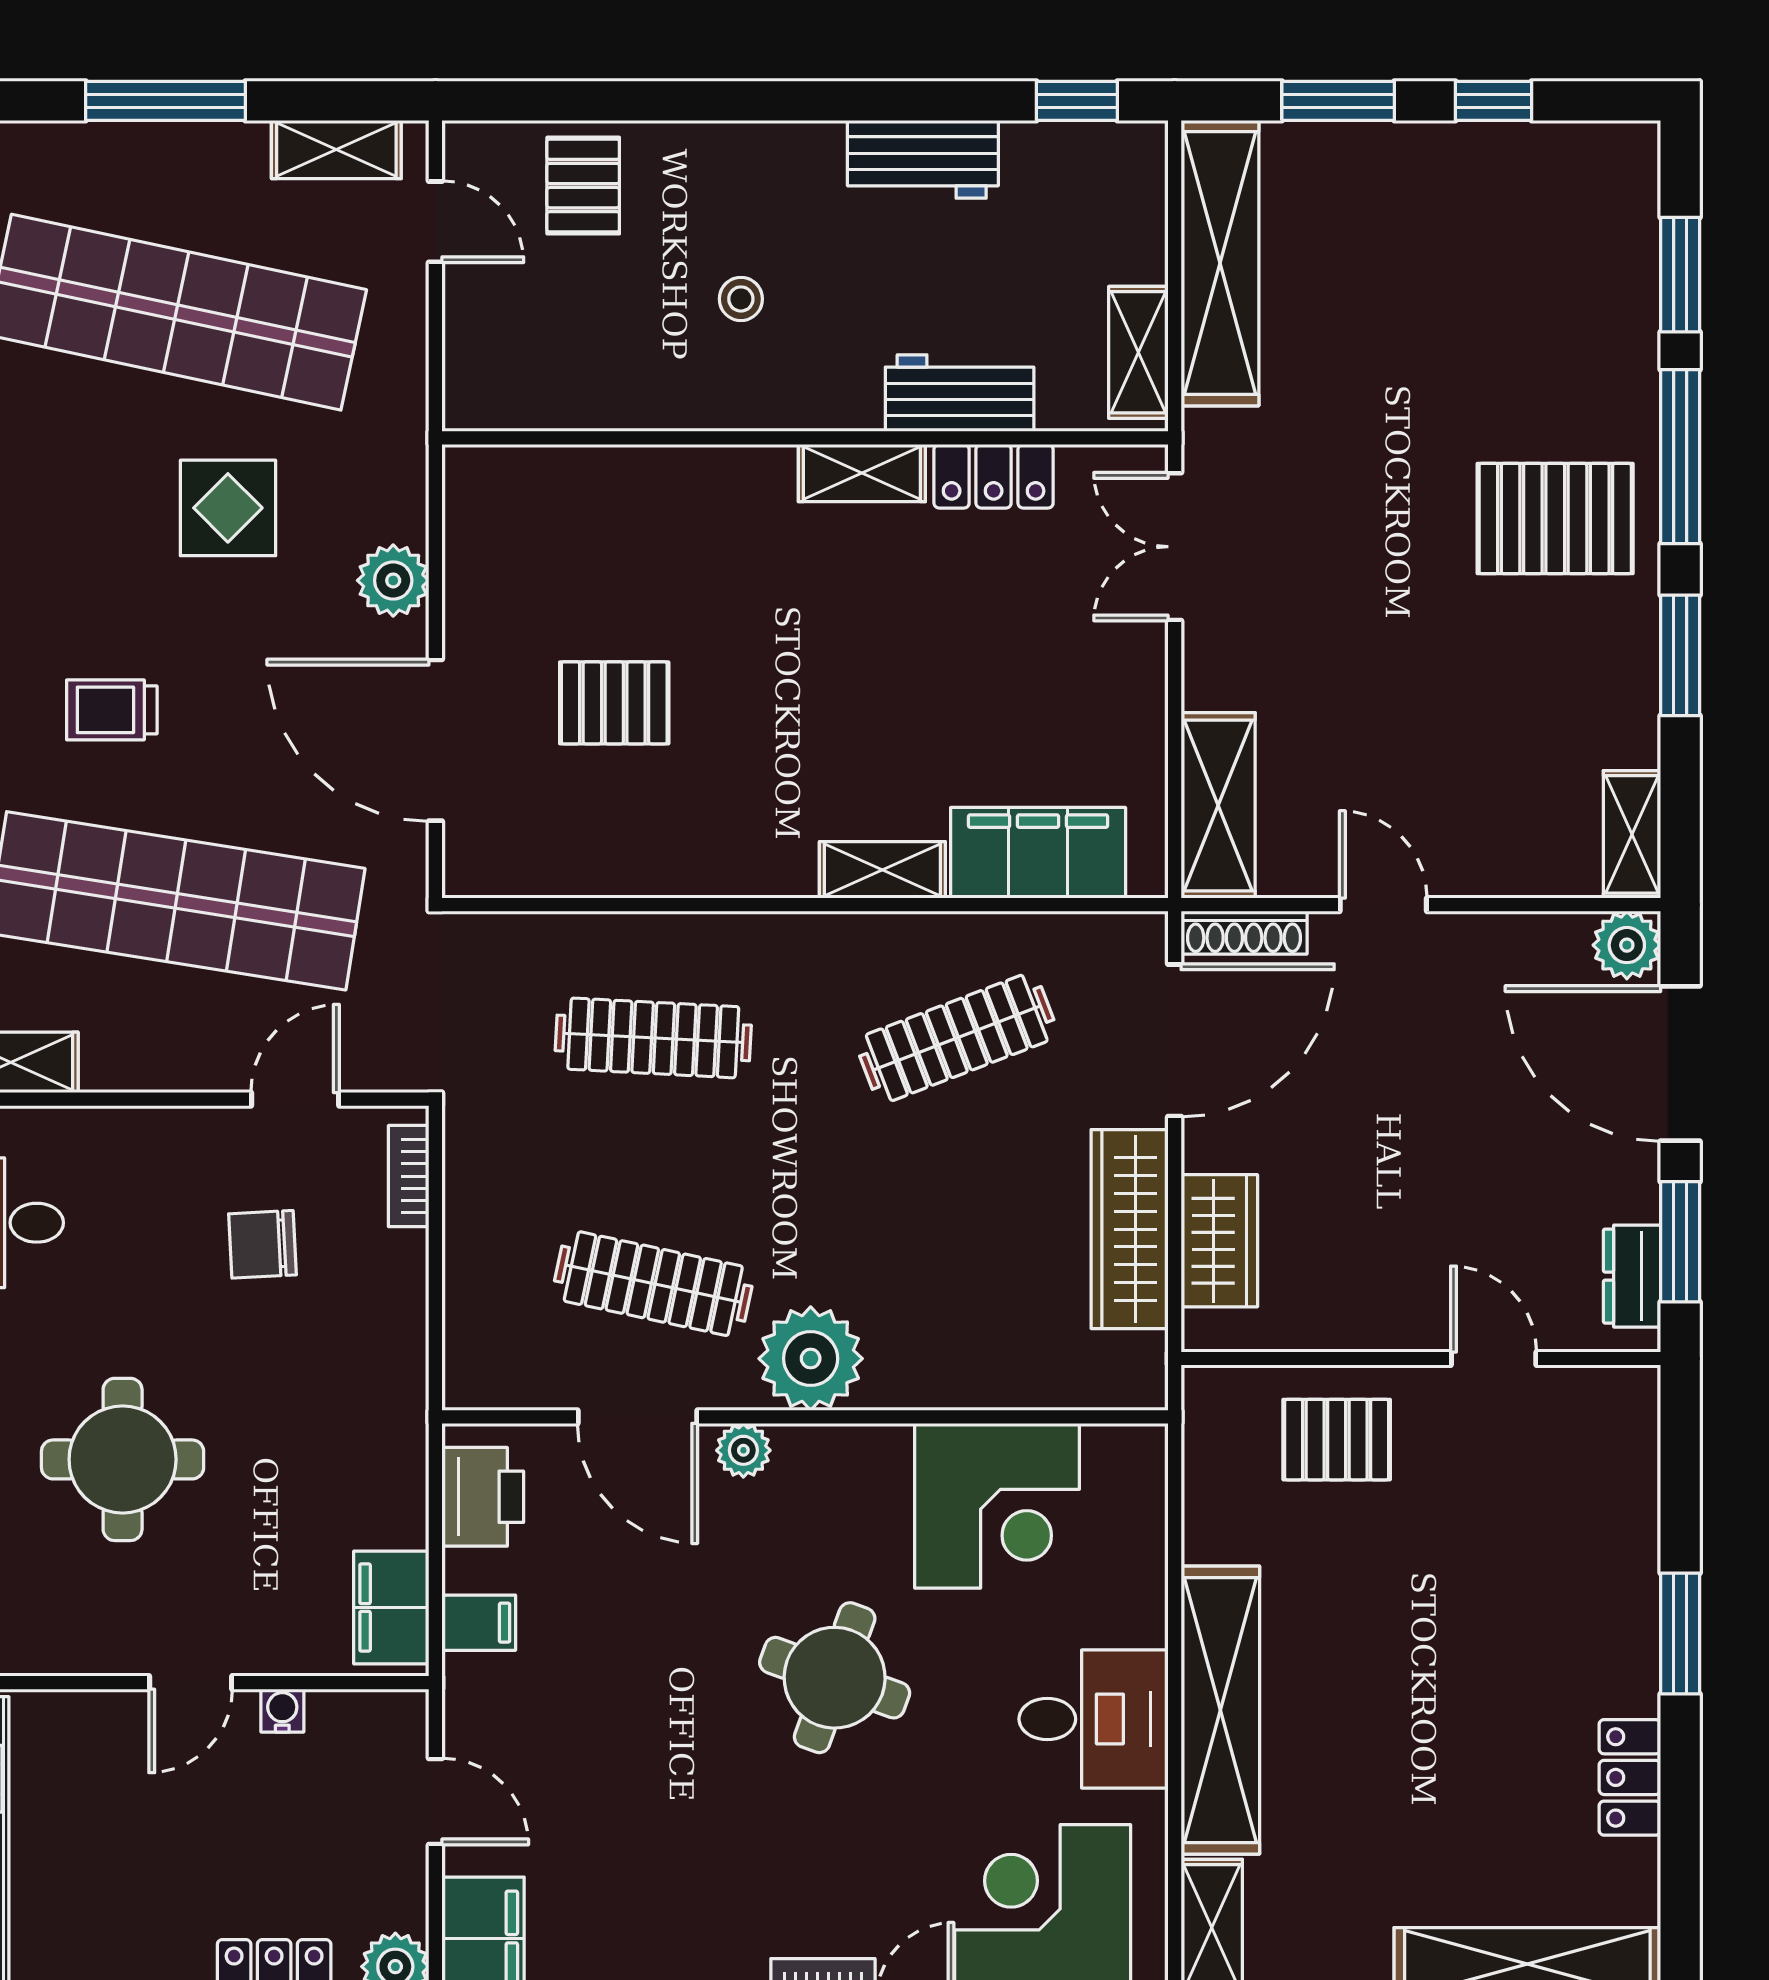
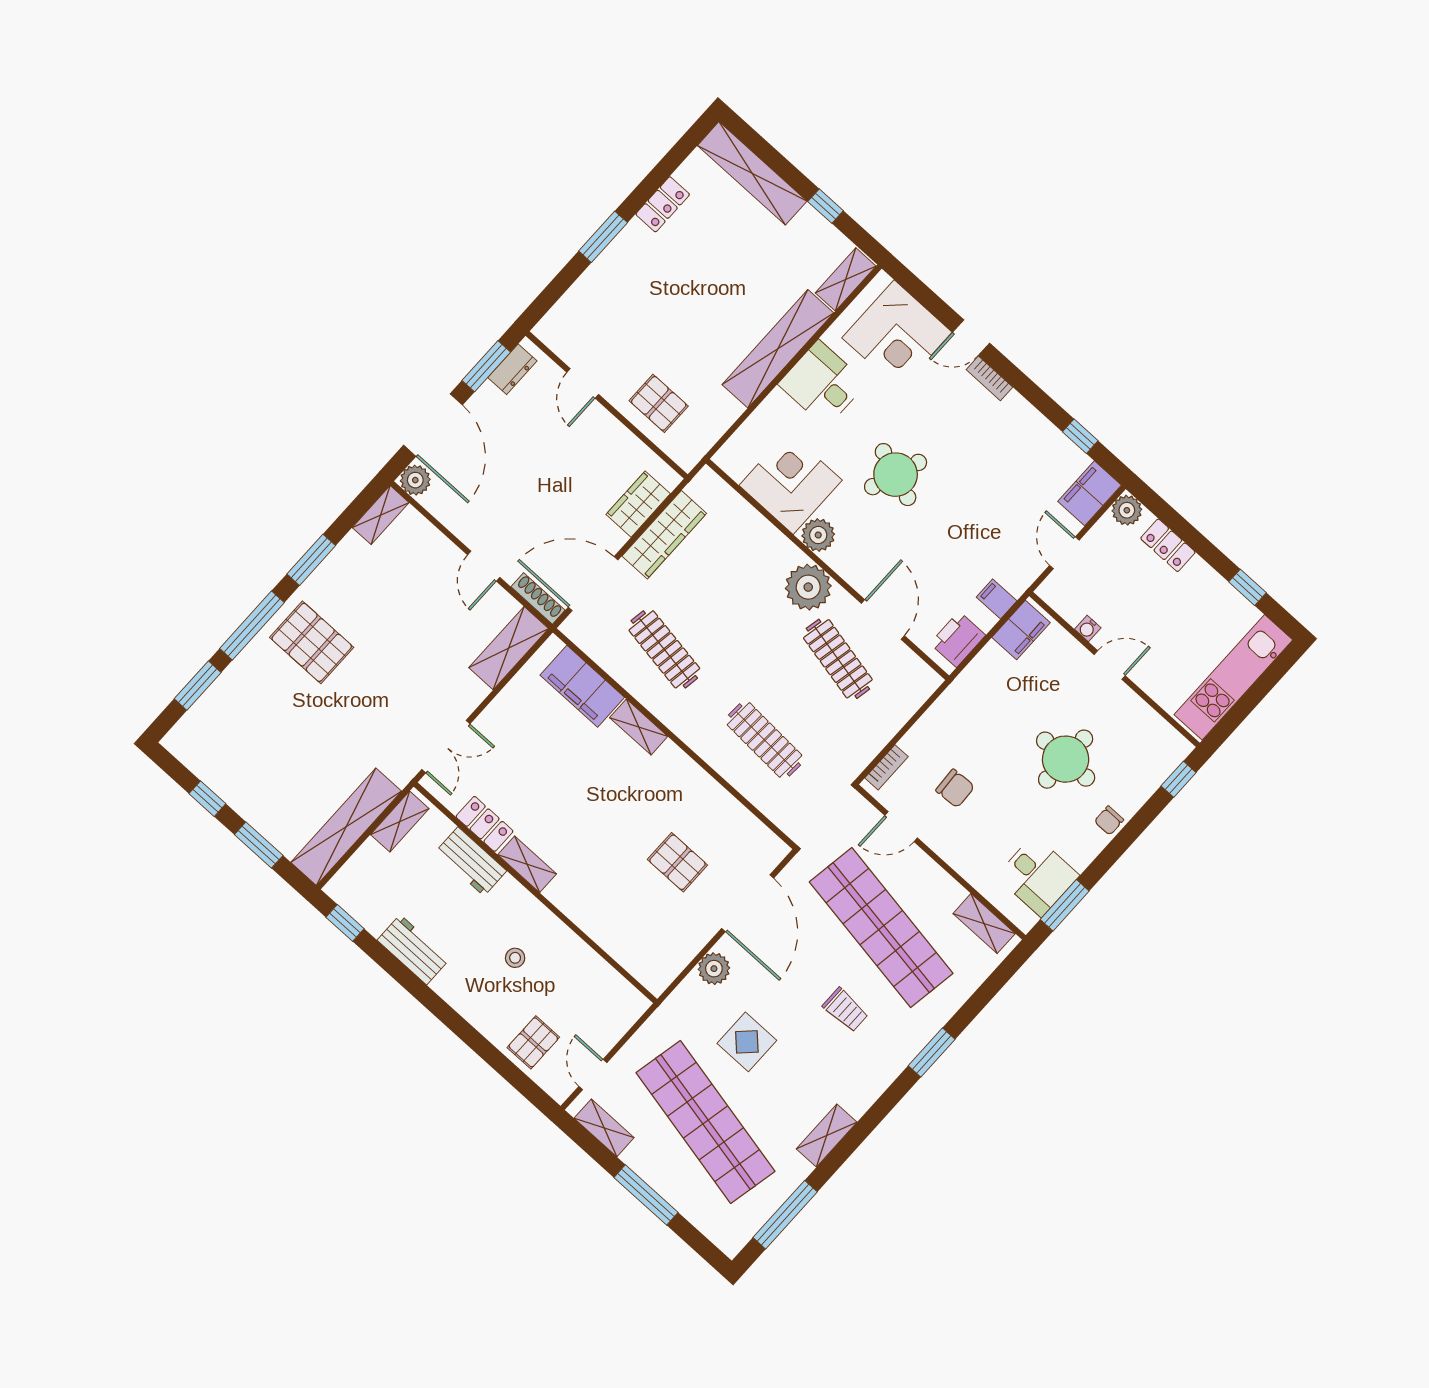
clothes rail: (957, 1038) -> (664, 649), turned 30
plant: (743, 1450) -> (818, 535), moved, width x1.38, depth x1.38

